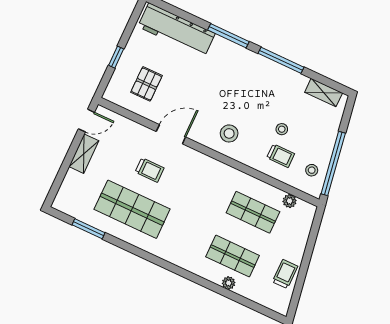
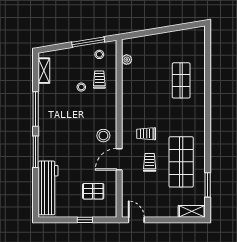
stool: (229, 133) -> (103, 136), moved
door: (171, 134) -> (119, 159), hinge flipped
shelving: (84, 154) -> (192, 211), moved
window: (333, 164) -> (88, 42), width x0.68
shop shelf: (253, 212) -> (146, 80), removed
trolley: (285, 274) -> (146, 134), moved
plant: (229, 283) -> (200, 75), removed

